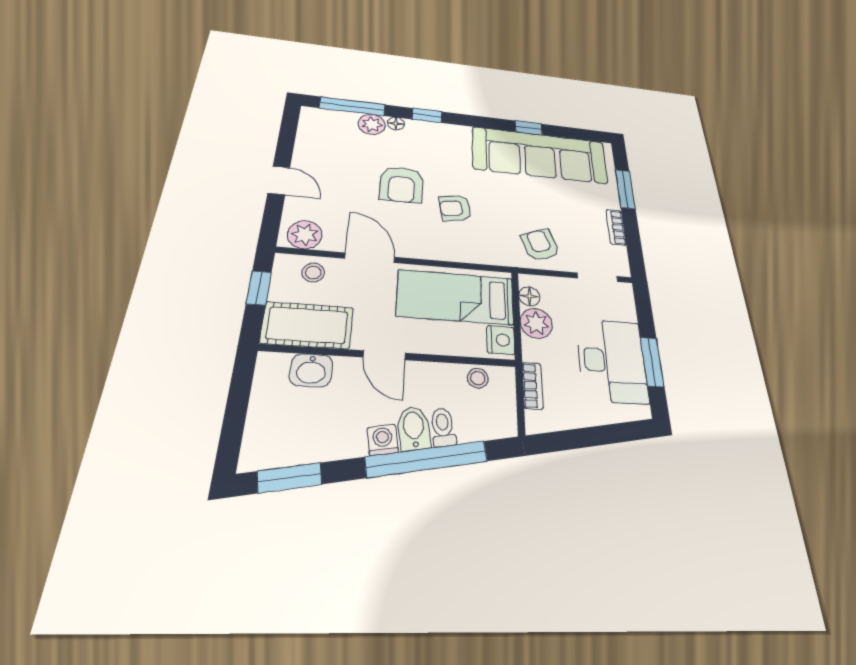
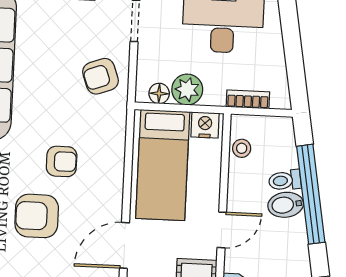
armchair: (402, 185) -> (37, 216), turned 180
armchair: (455, 208) -> (62, 161), turned -80
washing machine: (383, 440) -> (295, 230), removed

